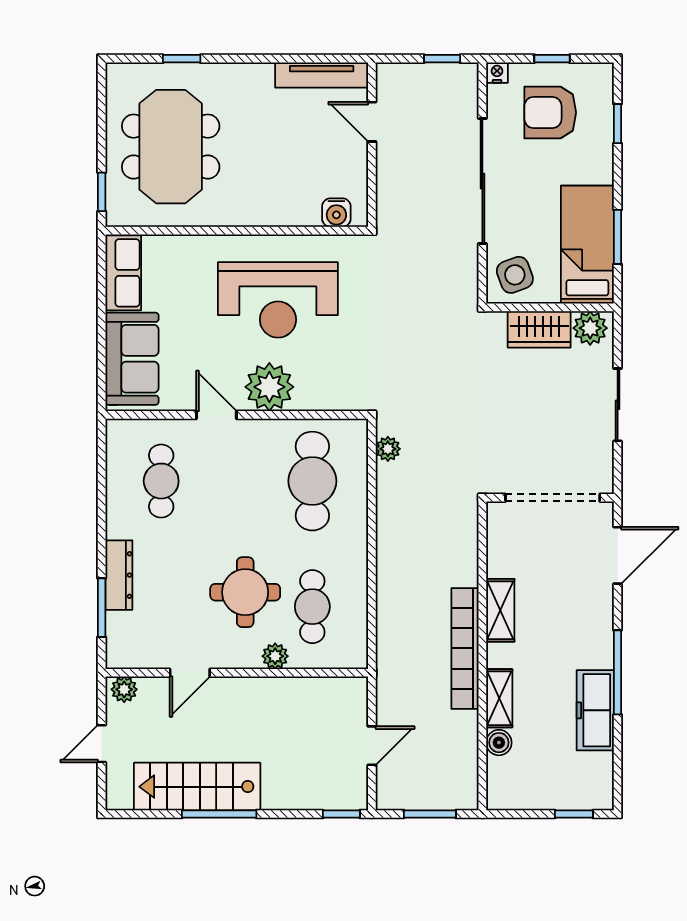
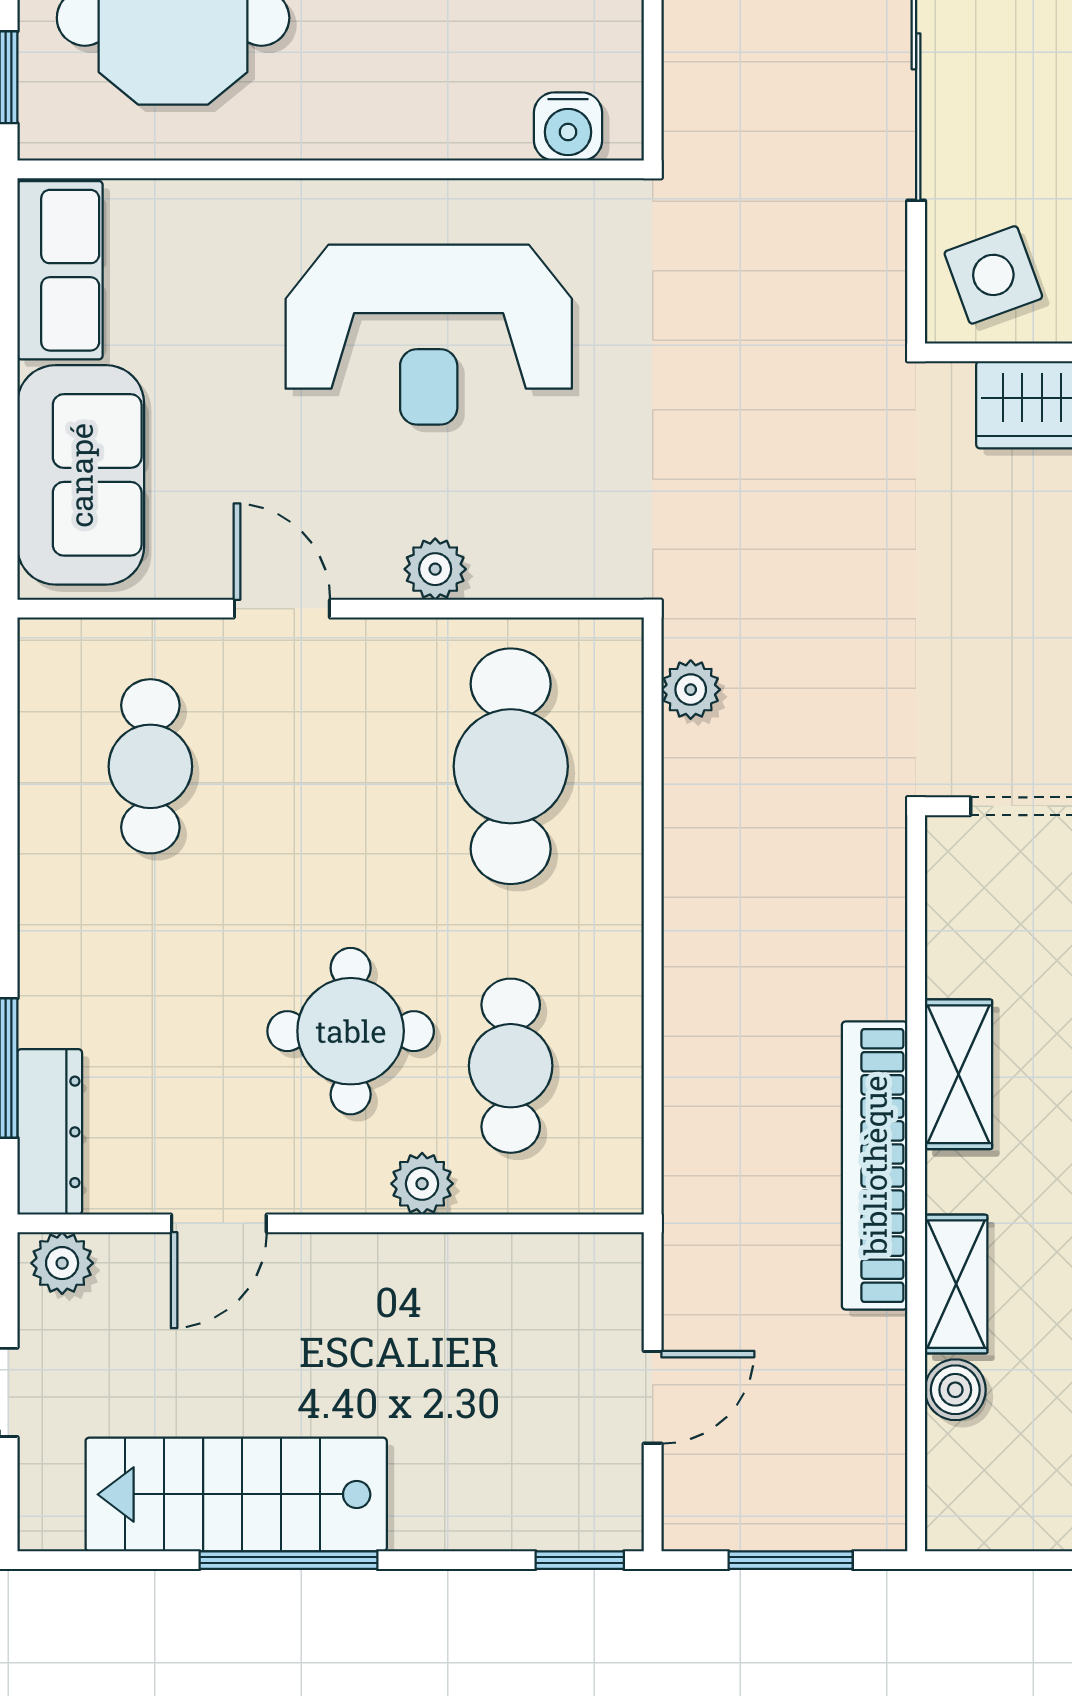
plant: (269, 387) -> (435, 569), width x0.53, depth x0.53
dresser: (119, 575) -> (50, 1132), moved

